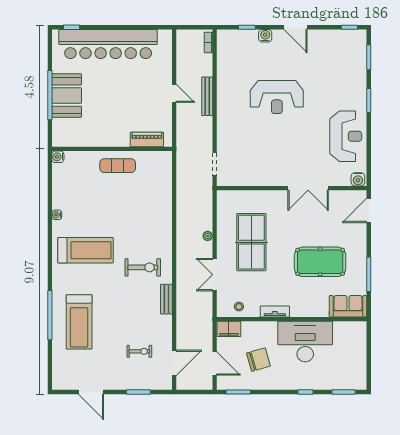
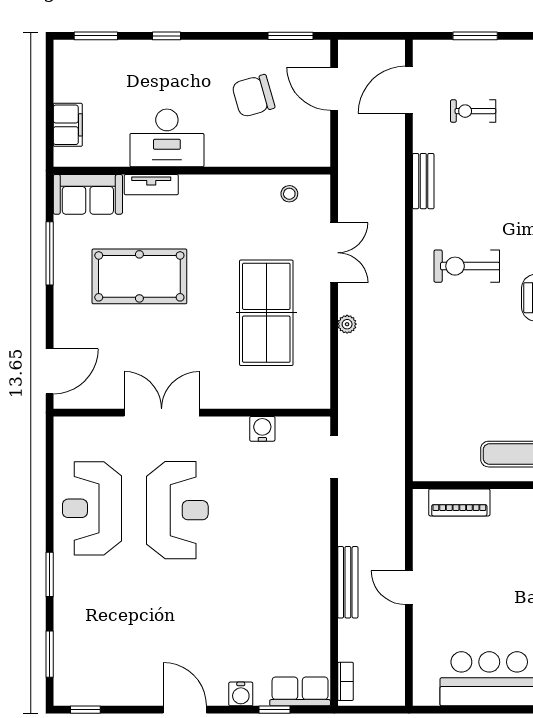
row of seats: (233, 37) -> (300, 691), added
reception desk: (277, 97) -> (177, 510), moved, turned 90
water cooler: (358, 179) -> (262, 429), moved
bench: (166, 299) -> (423, 181), moved
tv unit: (275, 311) -> (151, 185), moved
filing cabinet: (229, 329) -> (68, 125), moved, turned 90
desk: (305, 341) -> (167, 138), width x0.73, depth x0.77

